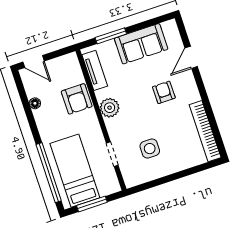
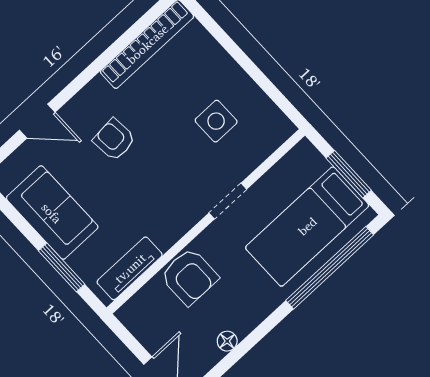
armchair: (164, 92) -> (114, 140), turned 85
armchair: (77, 99) -> (189, 277), turned 90
plant: (110, 108) -> (179, 217), removed
doorway: (112, 154) -> (228, 201), moved

